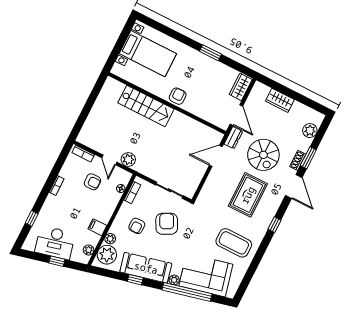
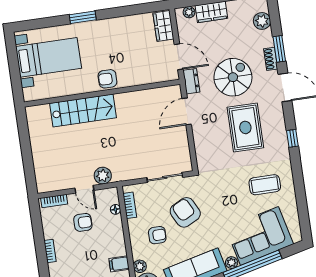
window: (210, 53) -> (83, 17), moved
plant: (265, 90) -> (189, 12), added
armchair: (178, 96) -> (107, 79), turned -90
spiral stairs: (263, 155) -> (233, 77), turned -90
armchair: (137, 226) -> (157, 235), turned -90
coffee table: (234, 243) -> (265, 185), width x0.73, depth x0.76

